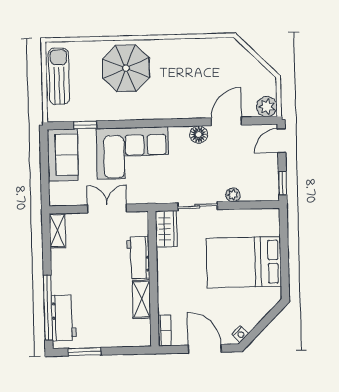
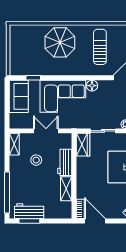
sun lounger: (59, 76) -> (100, 47), moved
floor lamp: (199, 135) -> (92, 86), moved
stool: (93, 255) -> (36, 160), added
workbench: (64, 318) -> (29, 211), moved, turned -90
door: (205, 349) -> (95, 221), moved

